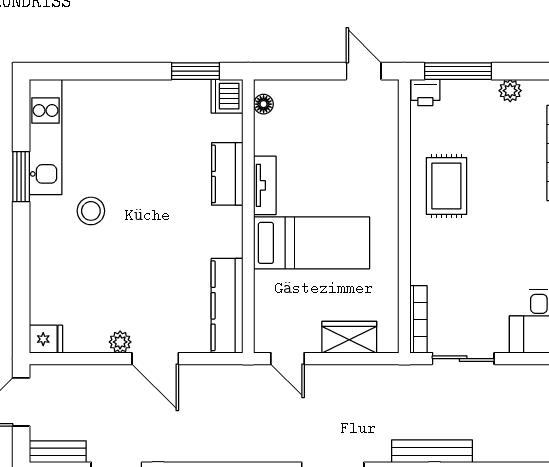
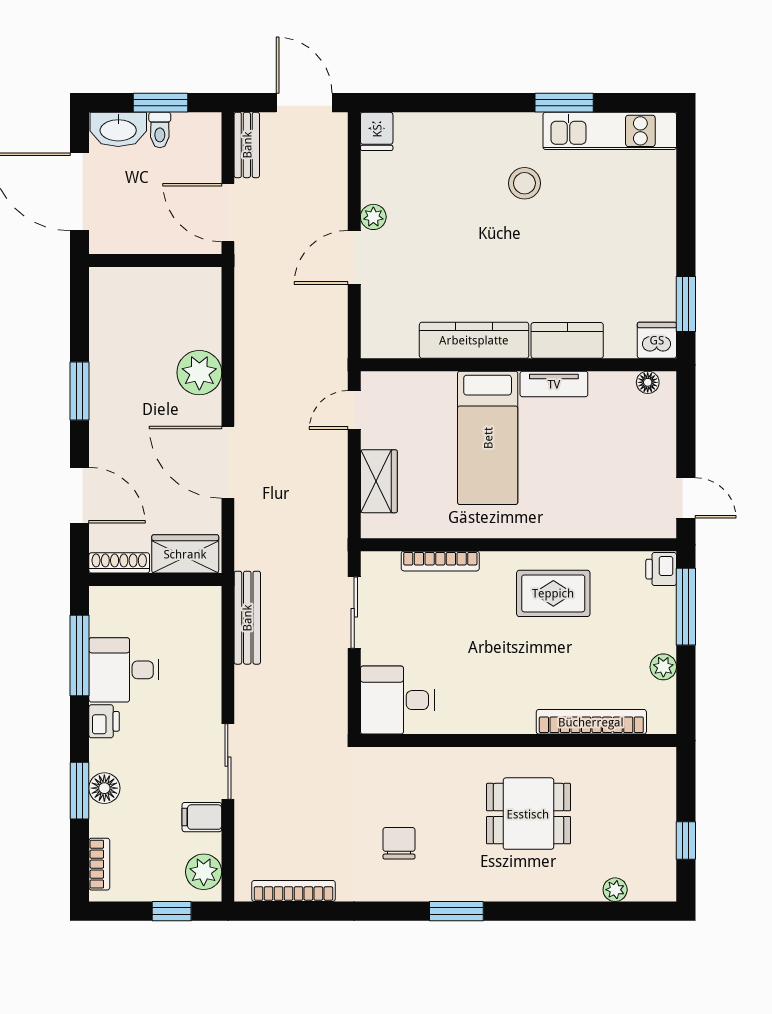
door: (364, 71) -> (686, 498), hinge flipped
kitchen counter: (227, 306) -> (474, 340), moved
bookcase: (418, 319) -> (440, 561), moved
bench: (432, 451) -> (247, 618), moved

